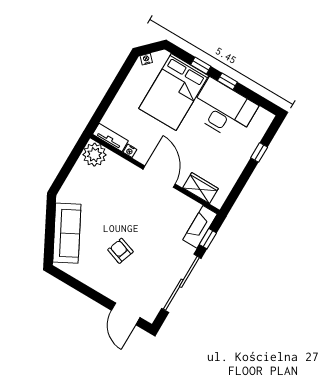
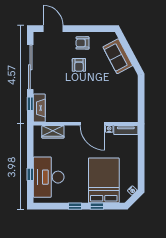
desk: (223, 109) -> (49, 177), moved, turned 90
plant: (94, 155) -> (129, 114), removed
door: (159, 177) -> (92, 124), moved
sofa: (67, 233) -> (118, 56), width x0.73
armchair: (120, 251) -> (79, 65), turned 71
armchair: (100, 275) -> (82, 43), added

